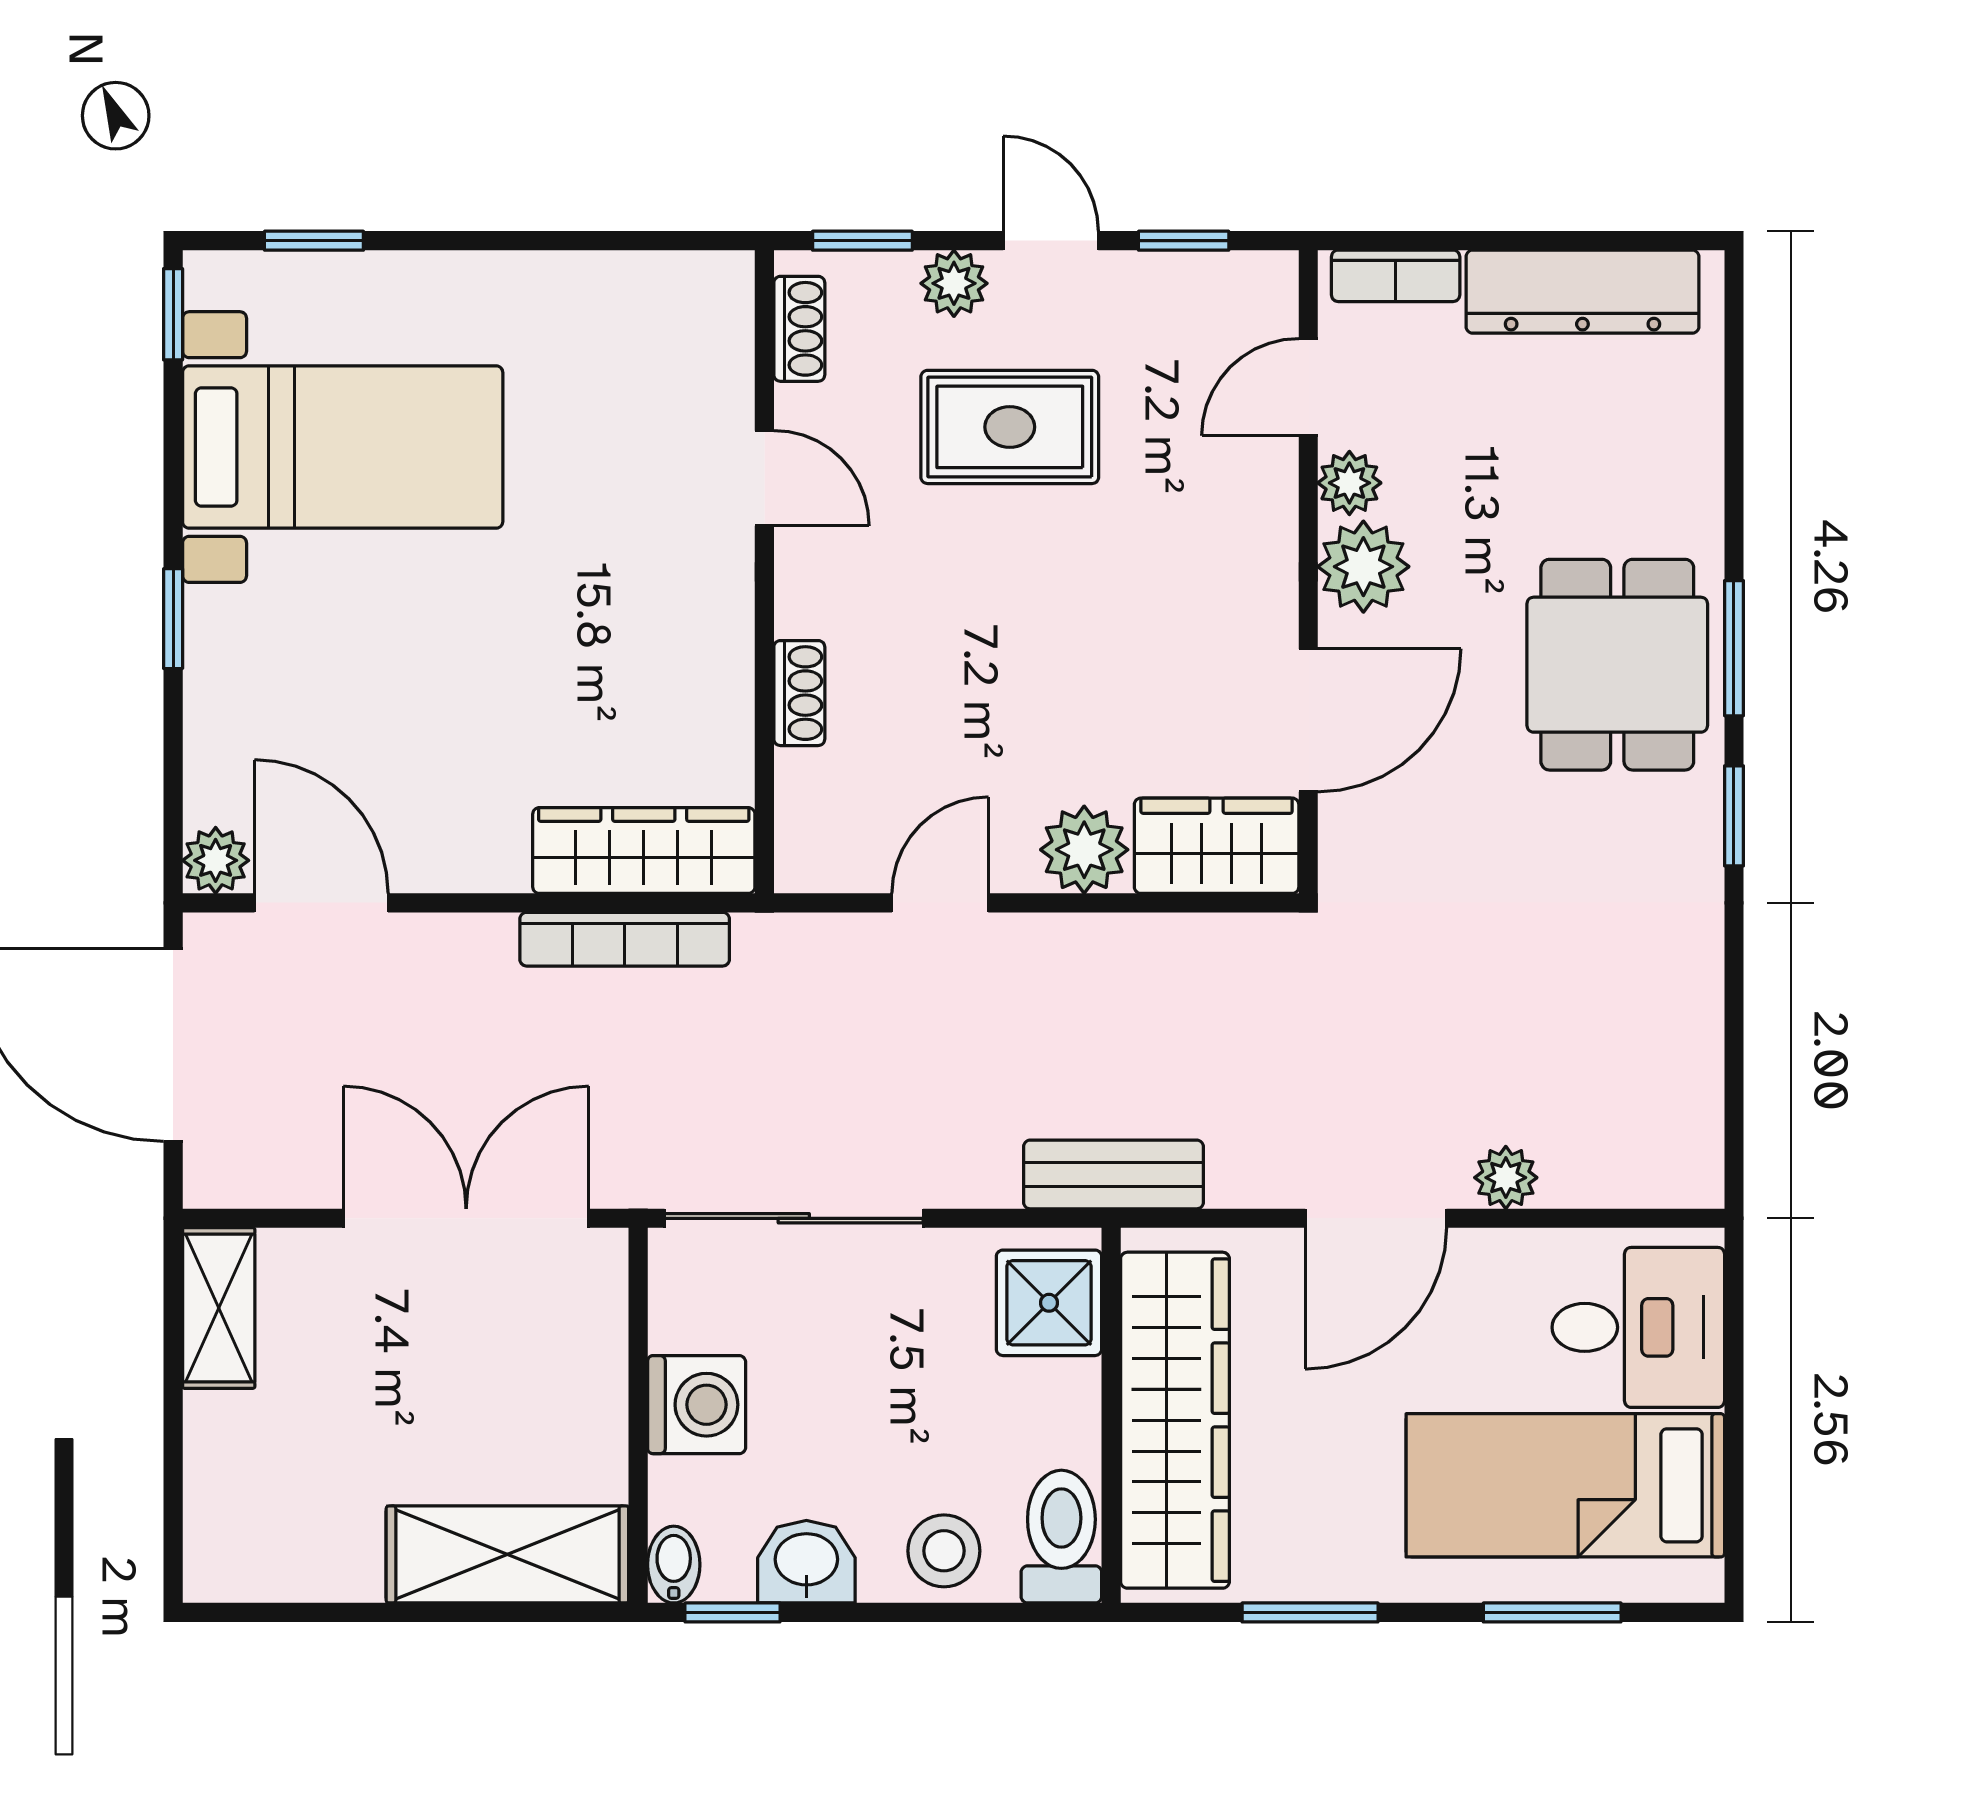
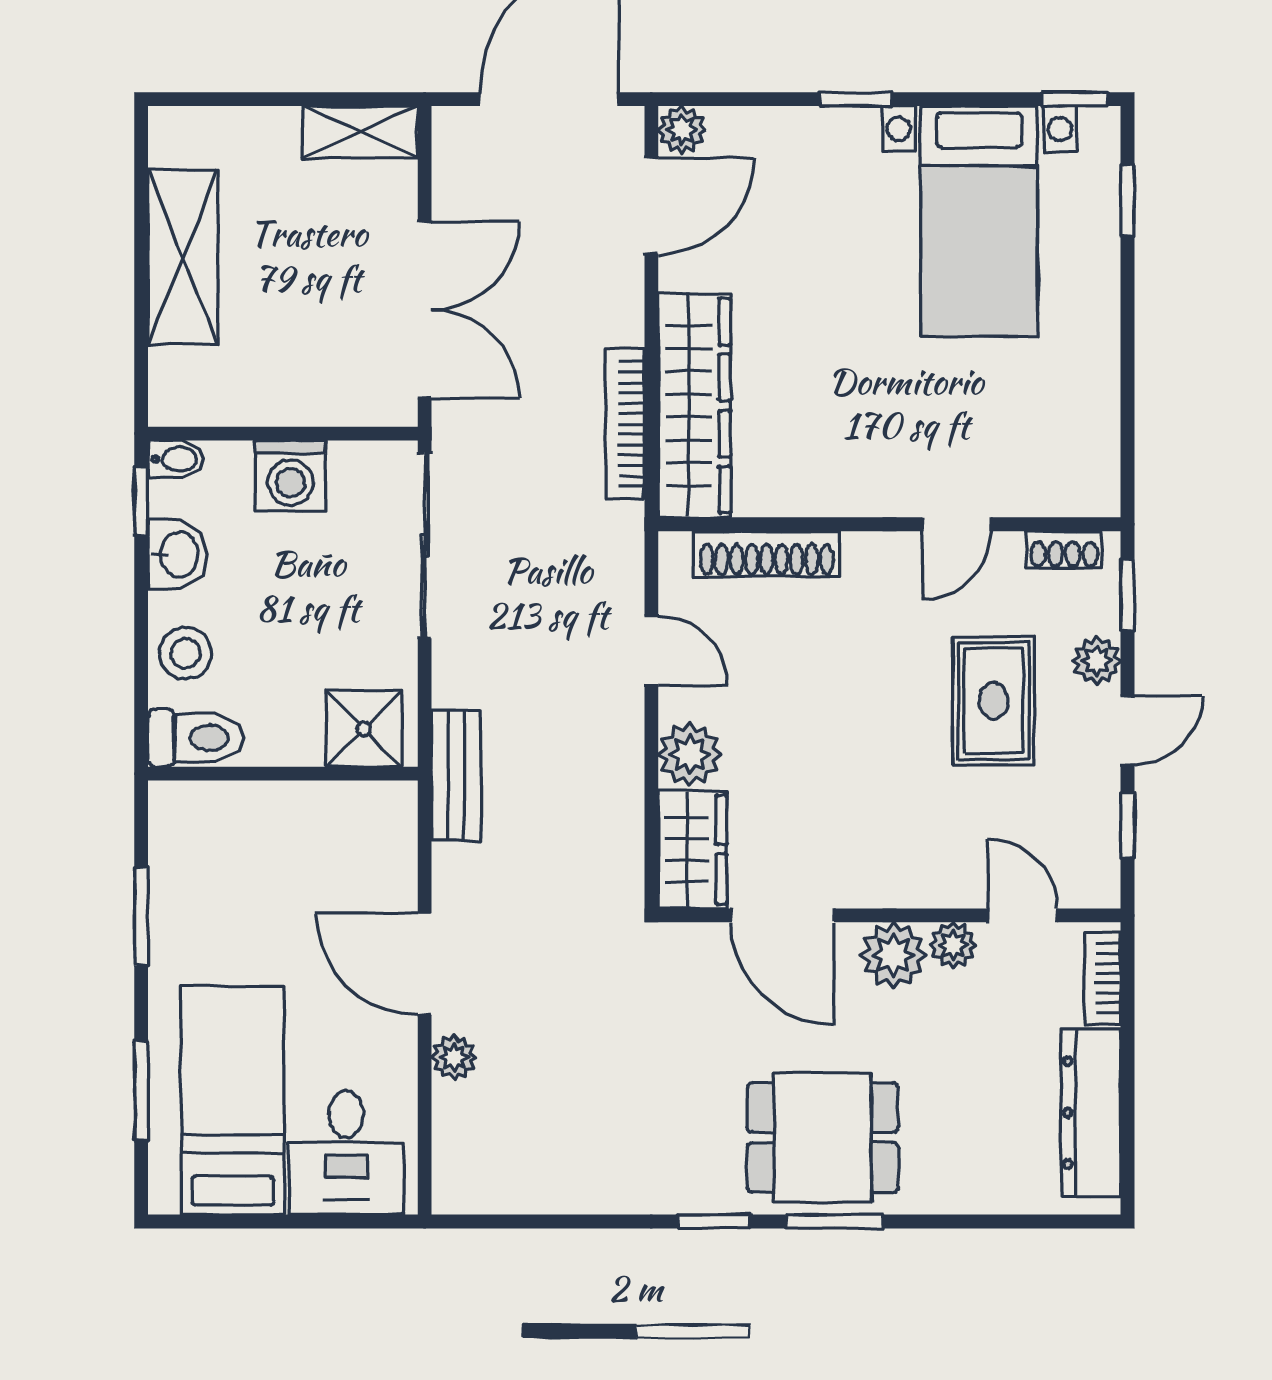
shoe rack: (799, 693) -> (767, 554), width x1.94, depth x1.24
wardrobe: (644, 851) -> (694, 406), width x1.40, depth x1.17
wardrobe: (1175, 1420) -> (279, 820), removed
shelving: (507, 1554) -> (183, 257), moved

